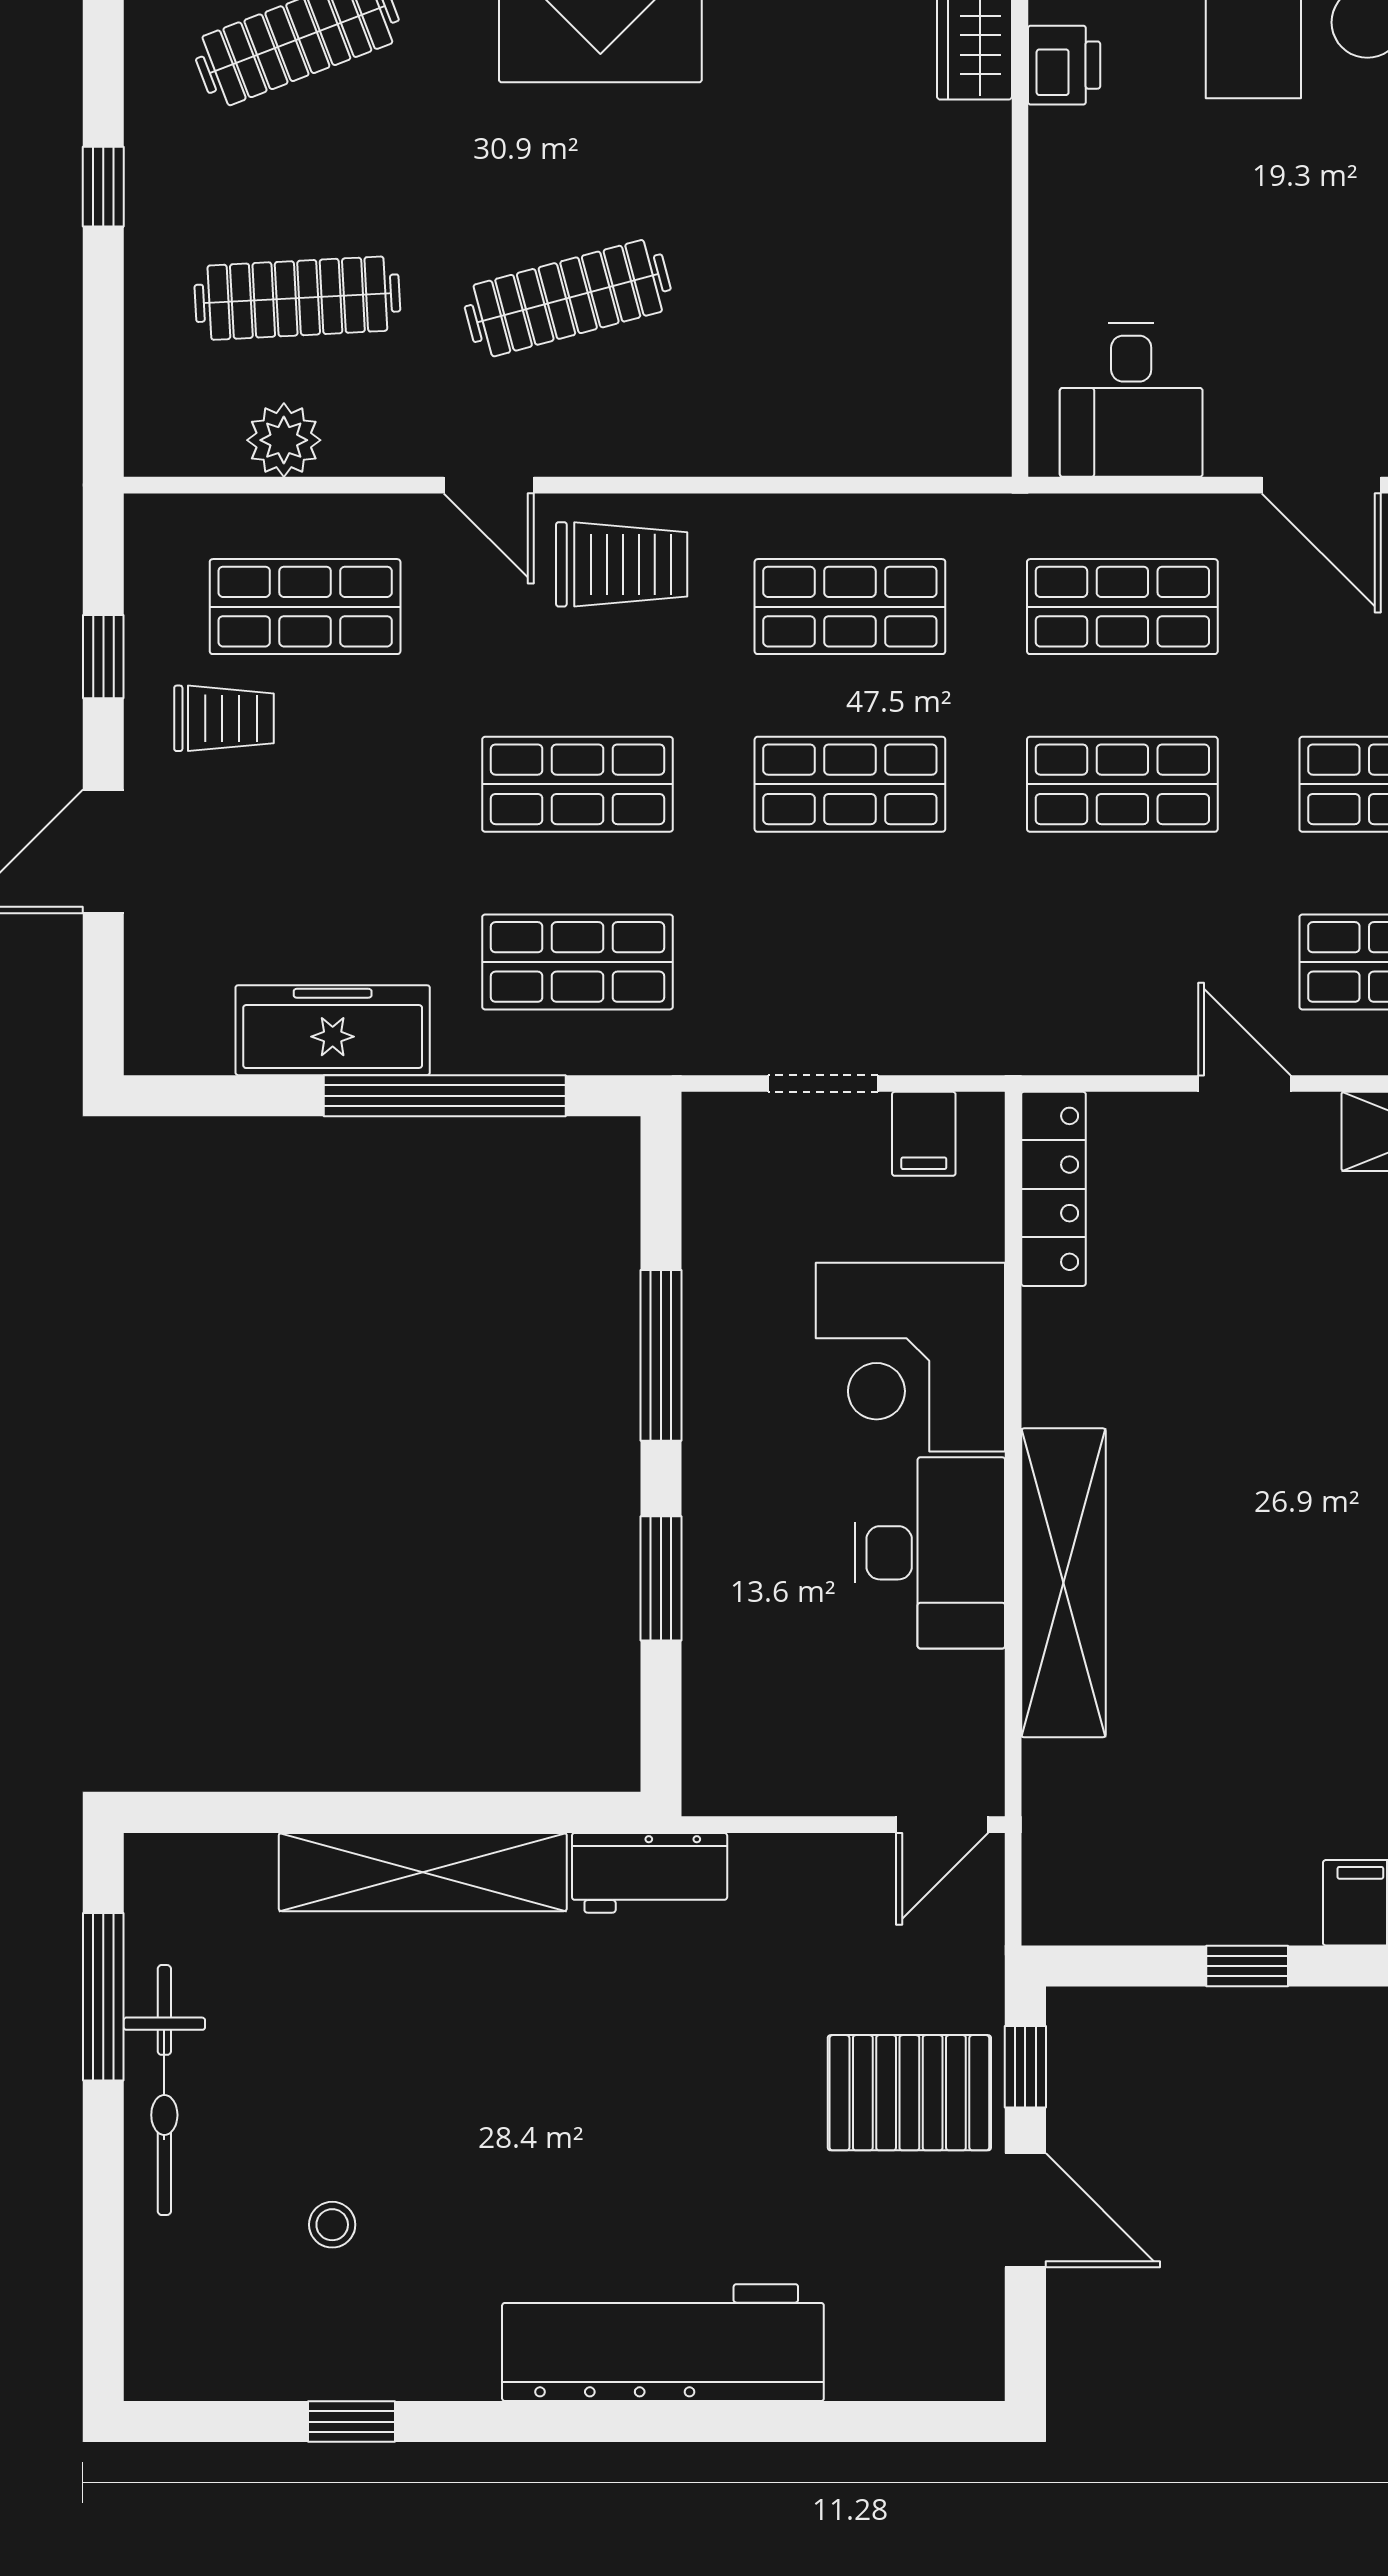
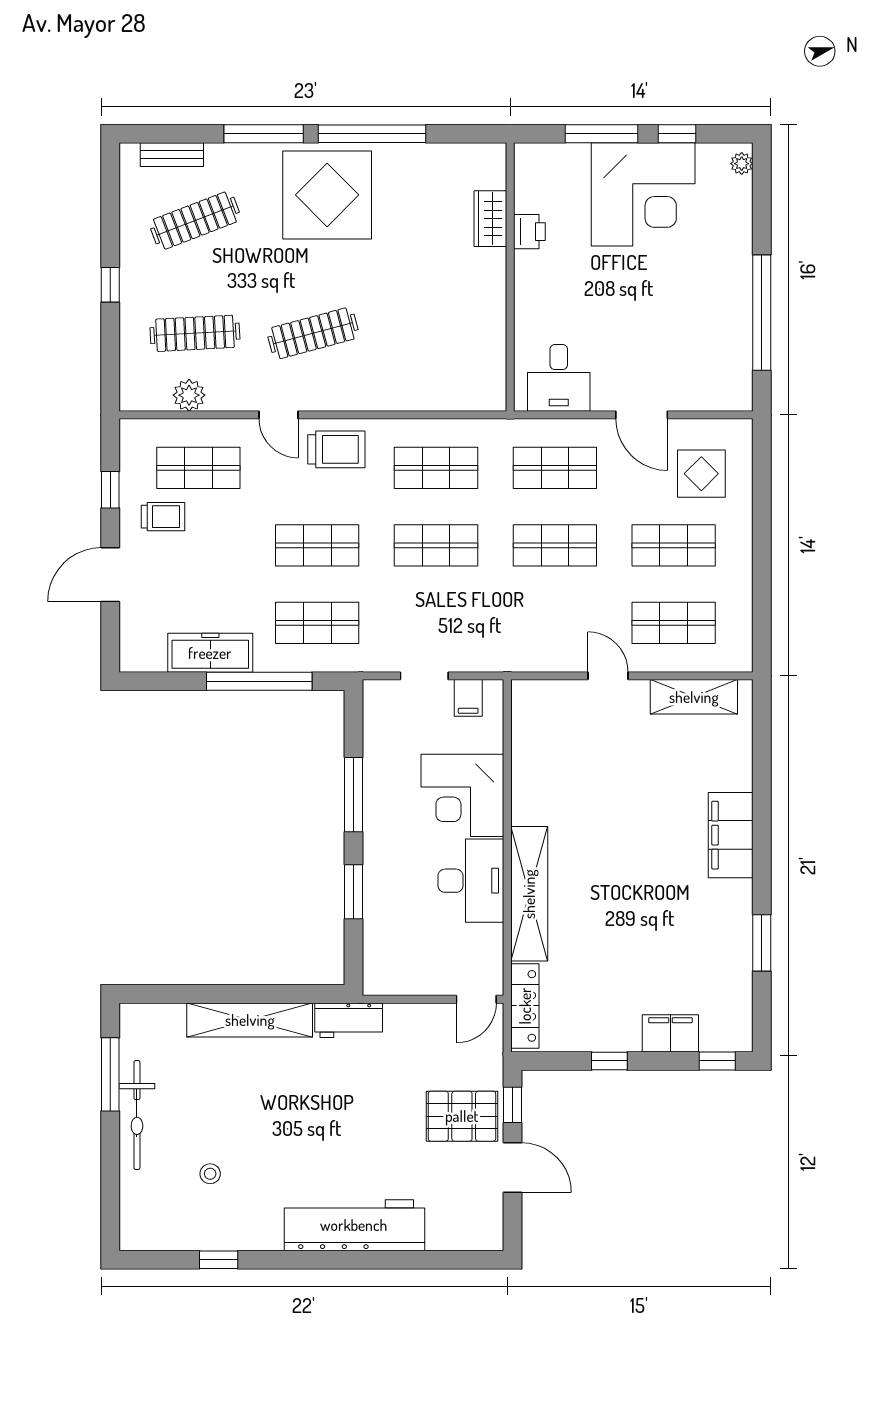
locker: (1053, 1189) -> (525, 1006), moved

